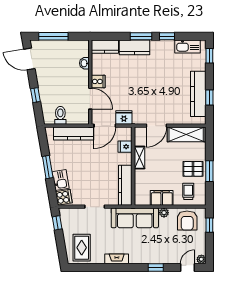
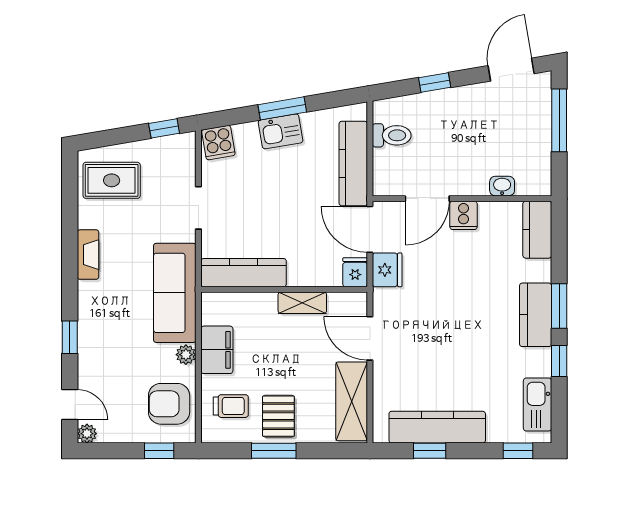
kitchen counter: (134, 47) -> (536, 315), moved
fridge: (125, 147) -> (355, 272), moved
kitchen sink: (61, 180) -> (281, 131), moved

